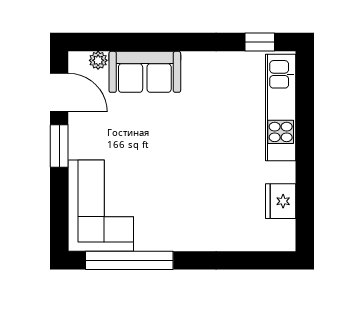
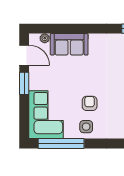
armchair: (184, 184) -> (90, 103), added
side table: (177, 228) -> (86, 127), added

